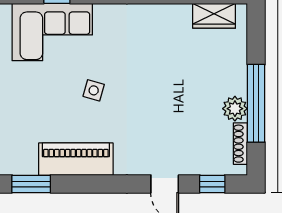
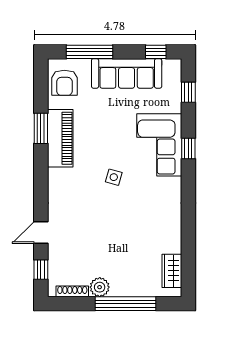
window: (256, 103) -> (126, 304), moved
piano: (76, 159) -> (60, 138), moved

